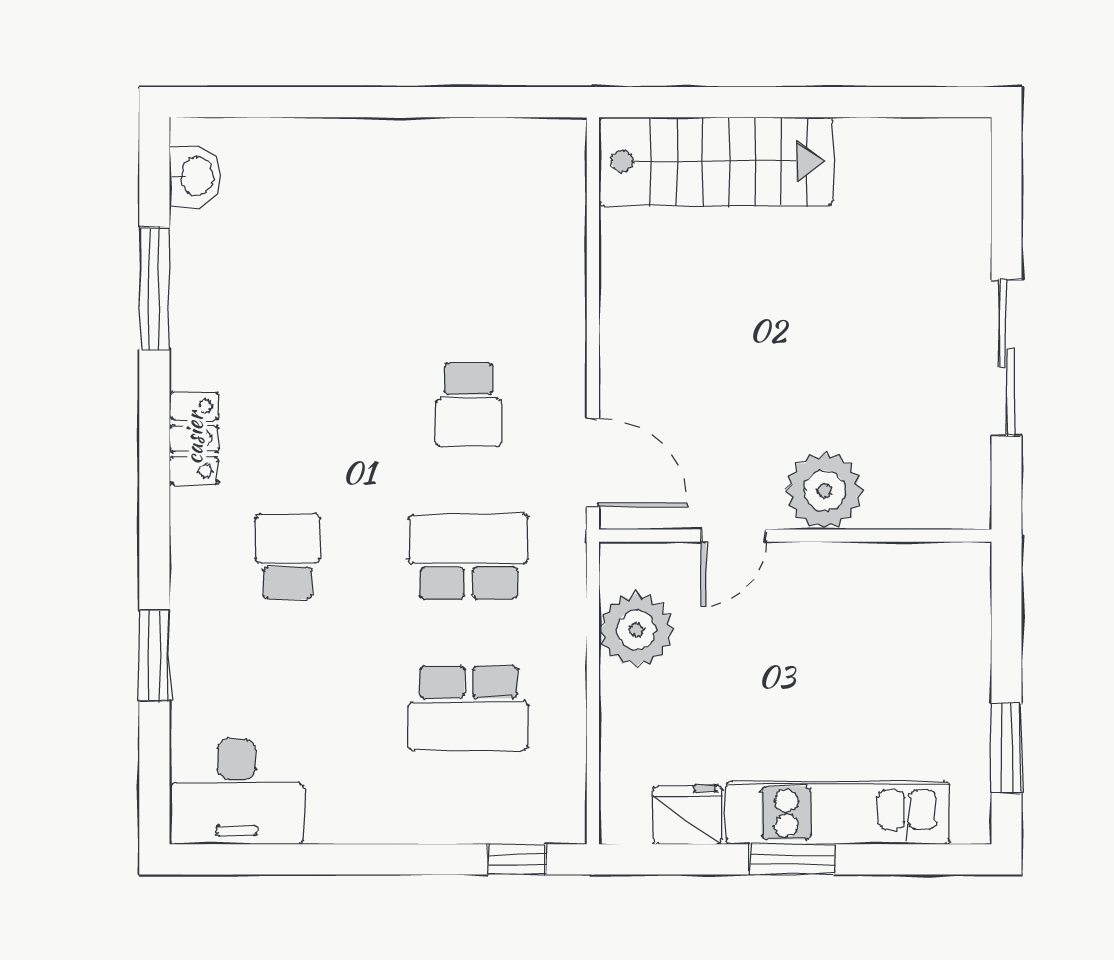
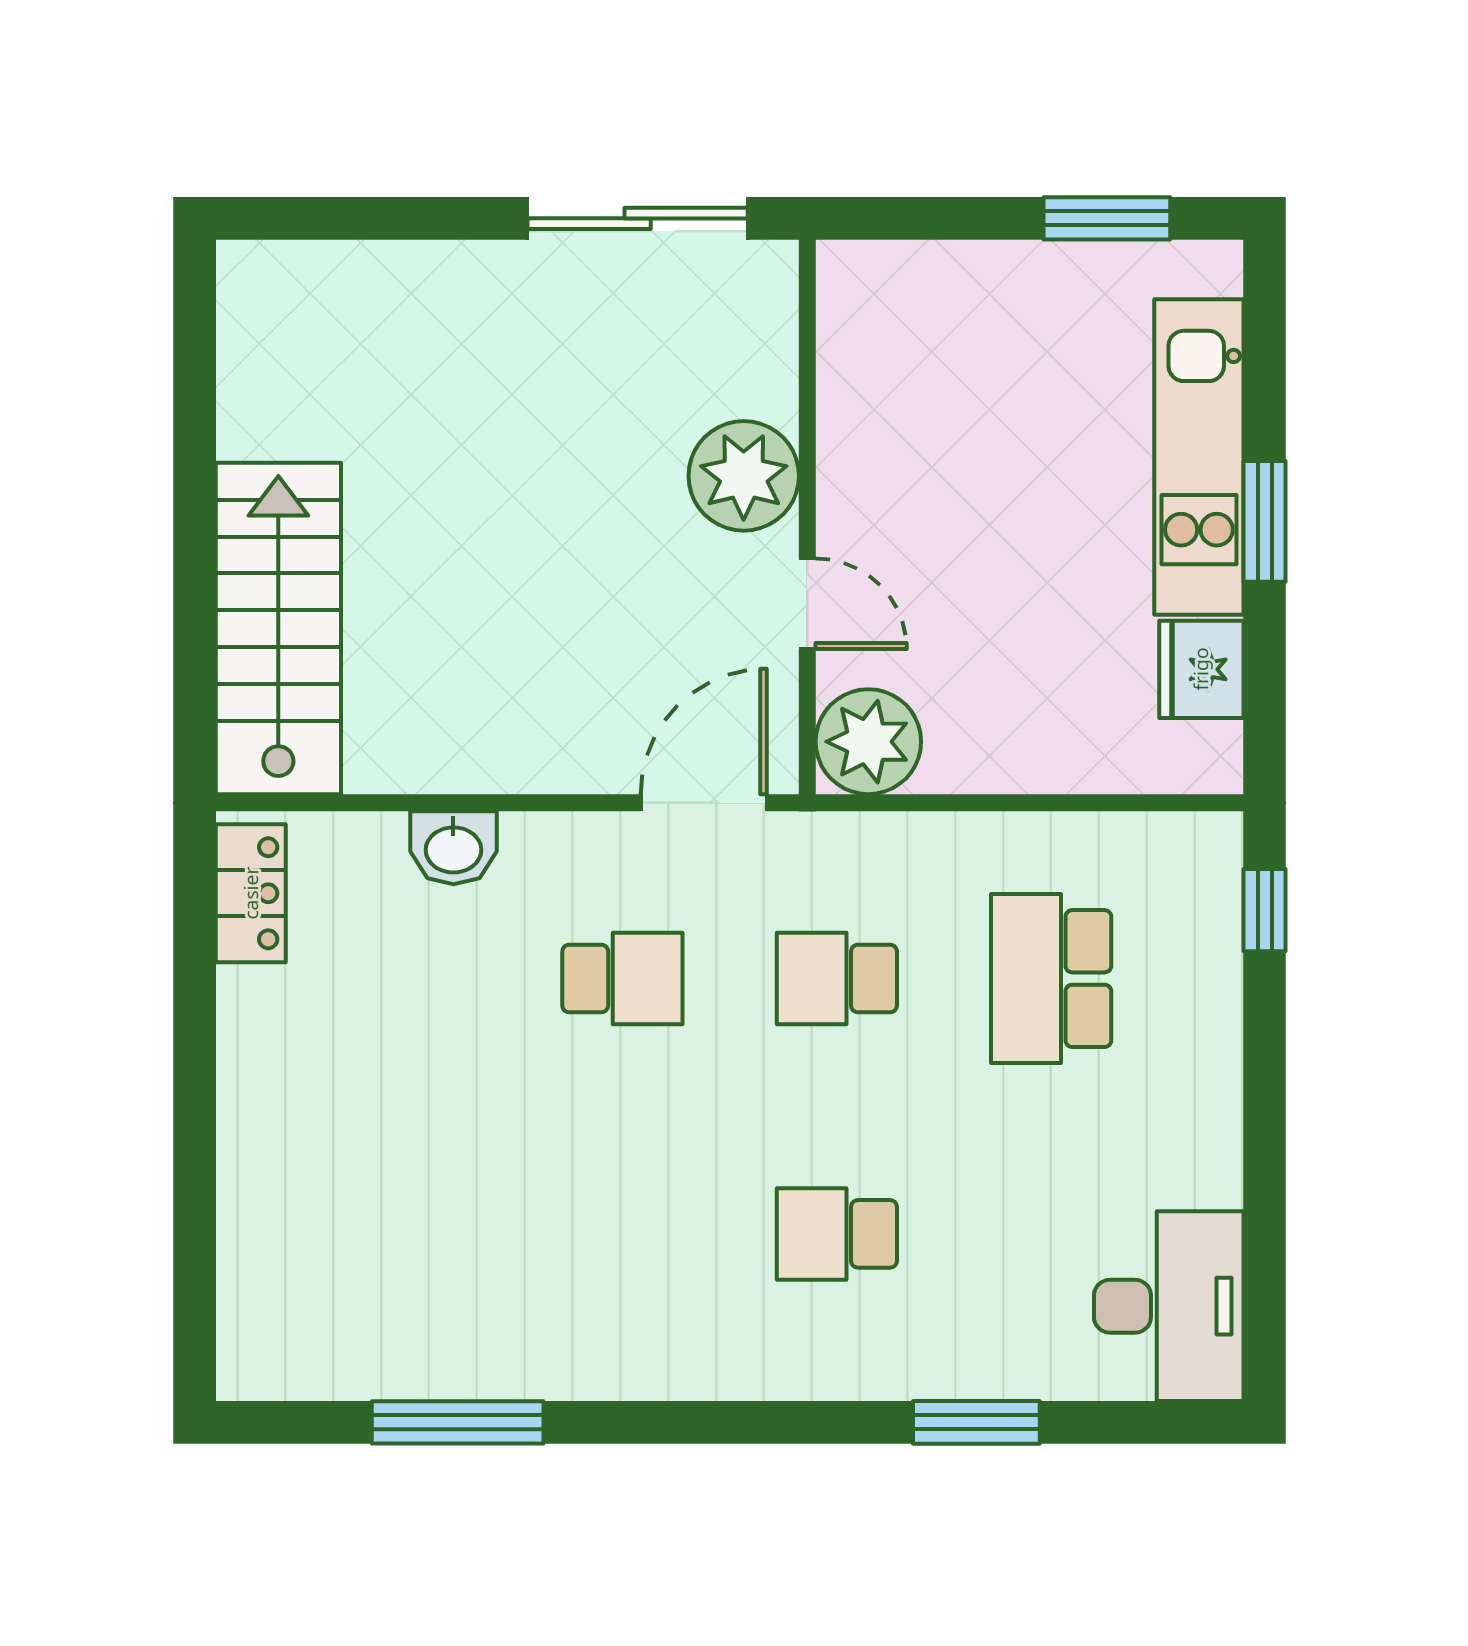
washbasin: (195, 176) -> (453, 848), moved, turned 180
sliding door: (1006, 358) -> (638, 218), moved
locker: (194, 438) -> (251, 893), moved, turned 90
school desk: (469, 557) -> (837, 979), width x0.54
plant: (636, 630) -> (868, 742), moved
school desk: (469, 708) -> (1051, 979), turned 180

